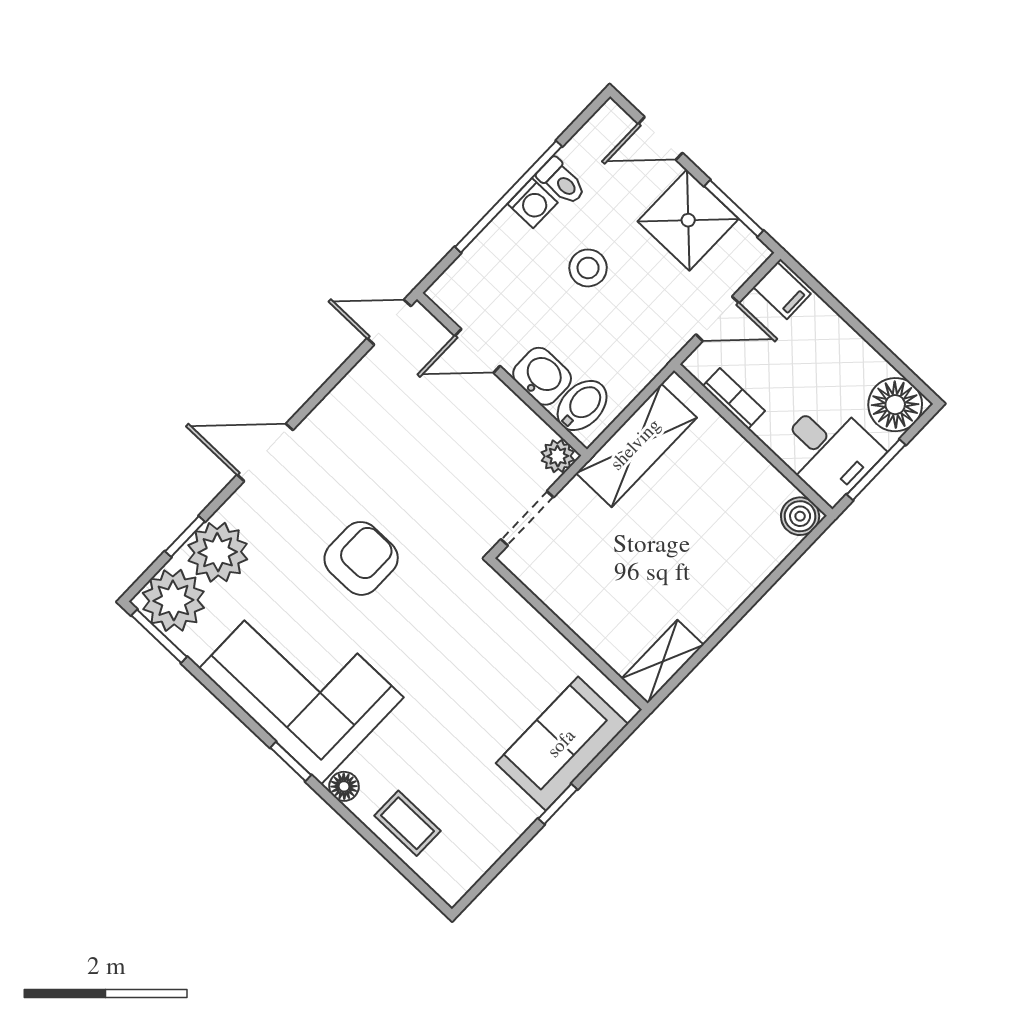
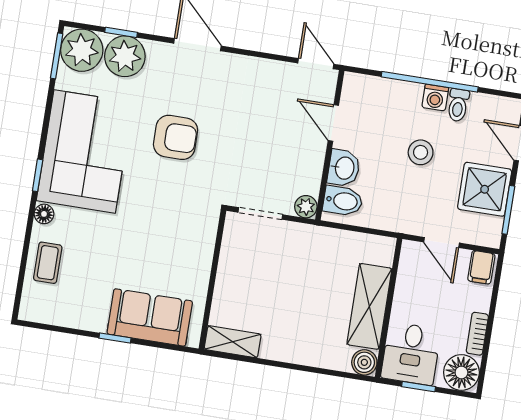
bookcase: (734, 398) -> (477, 334), moved, turned 180
shelving: (636, 445) -> (369, 306), moved, turned 90
window: (876, 470) -> (419, 387), width x0.67

